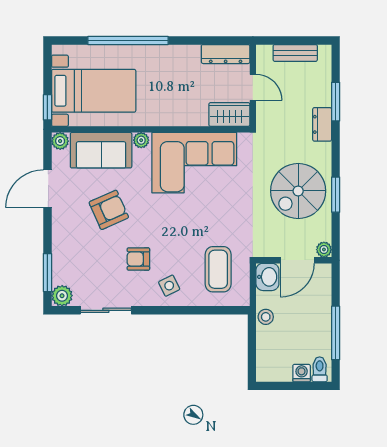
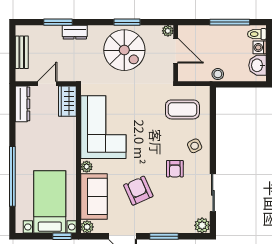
window: (47, 273) -> (164, 236), moved
washbasin: (267, 277) -> (258, 65), moved, turned -90

